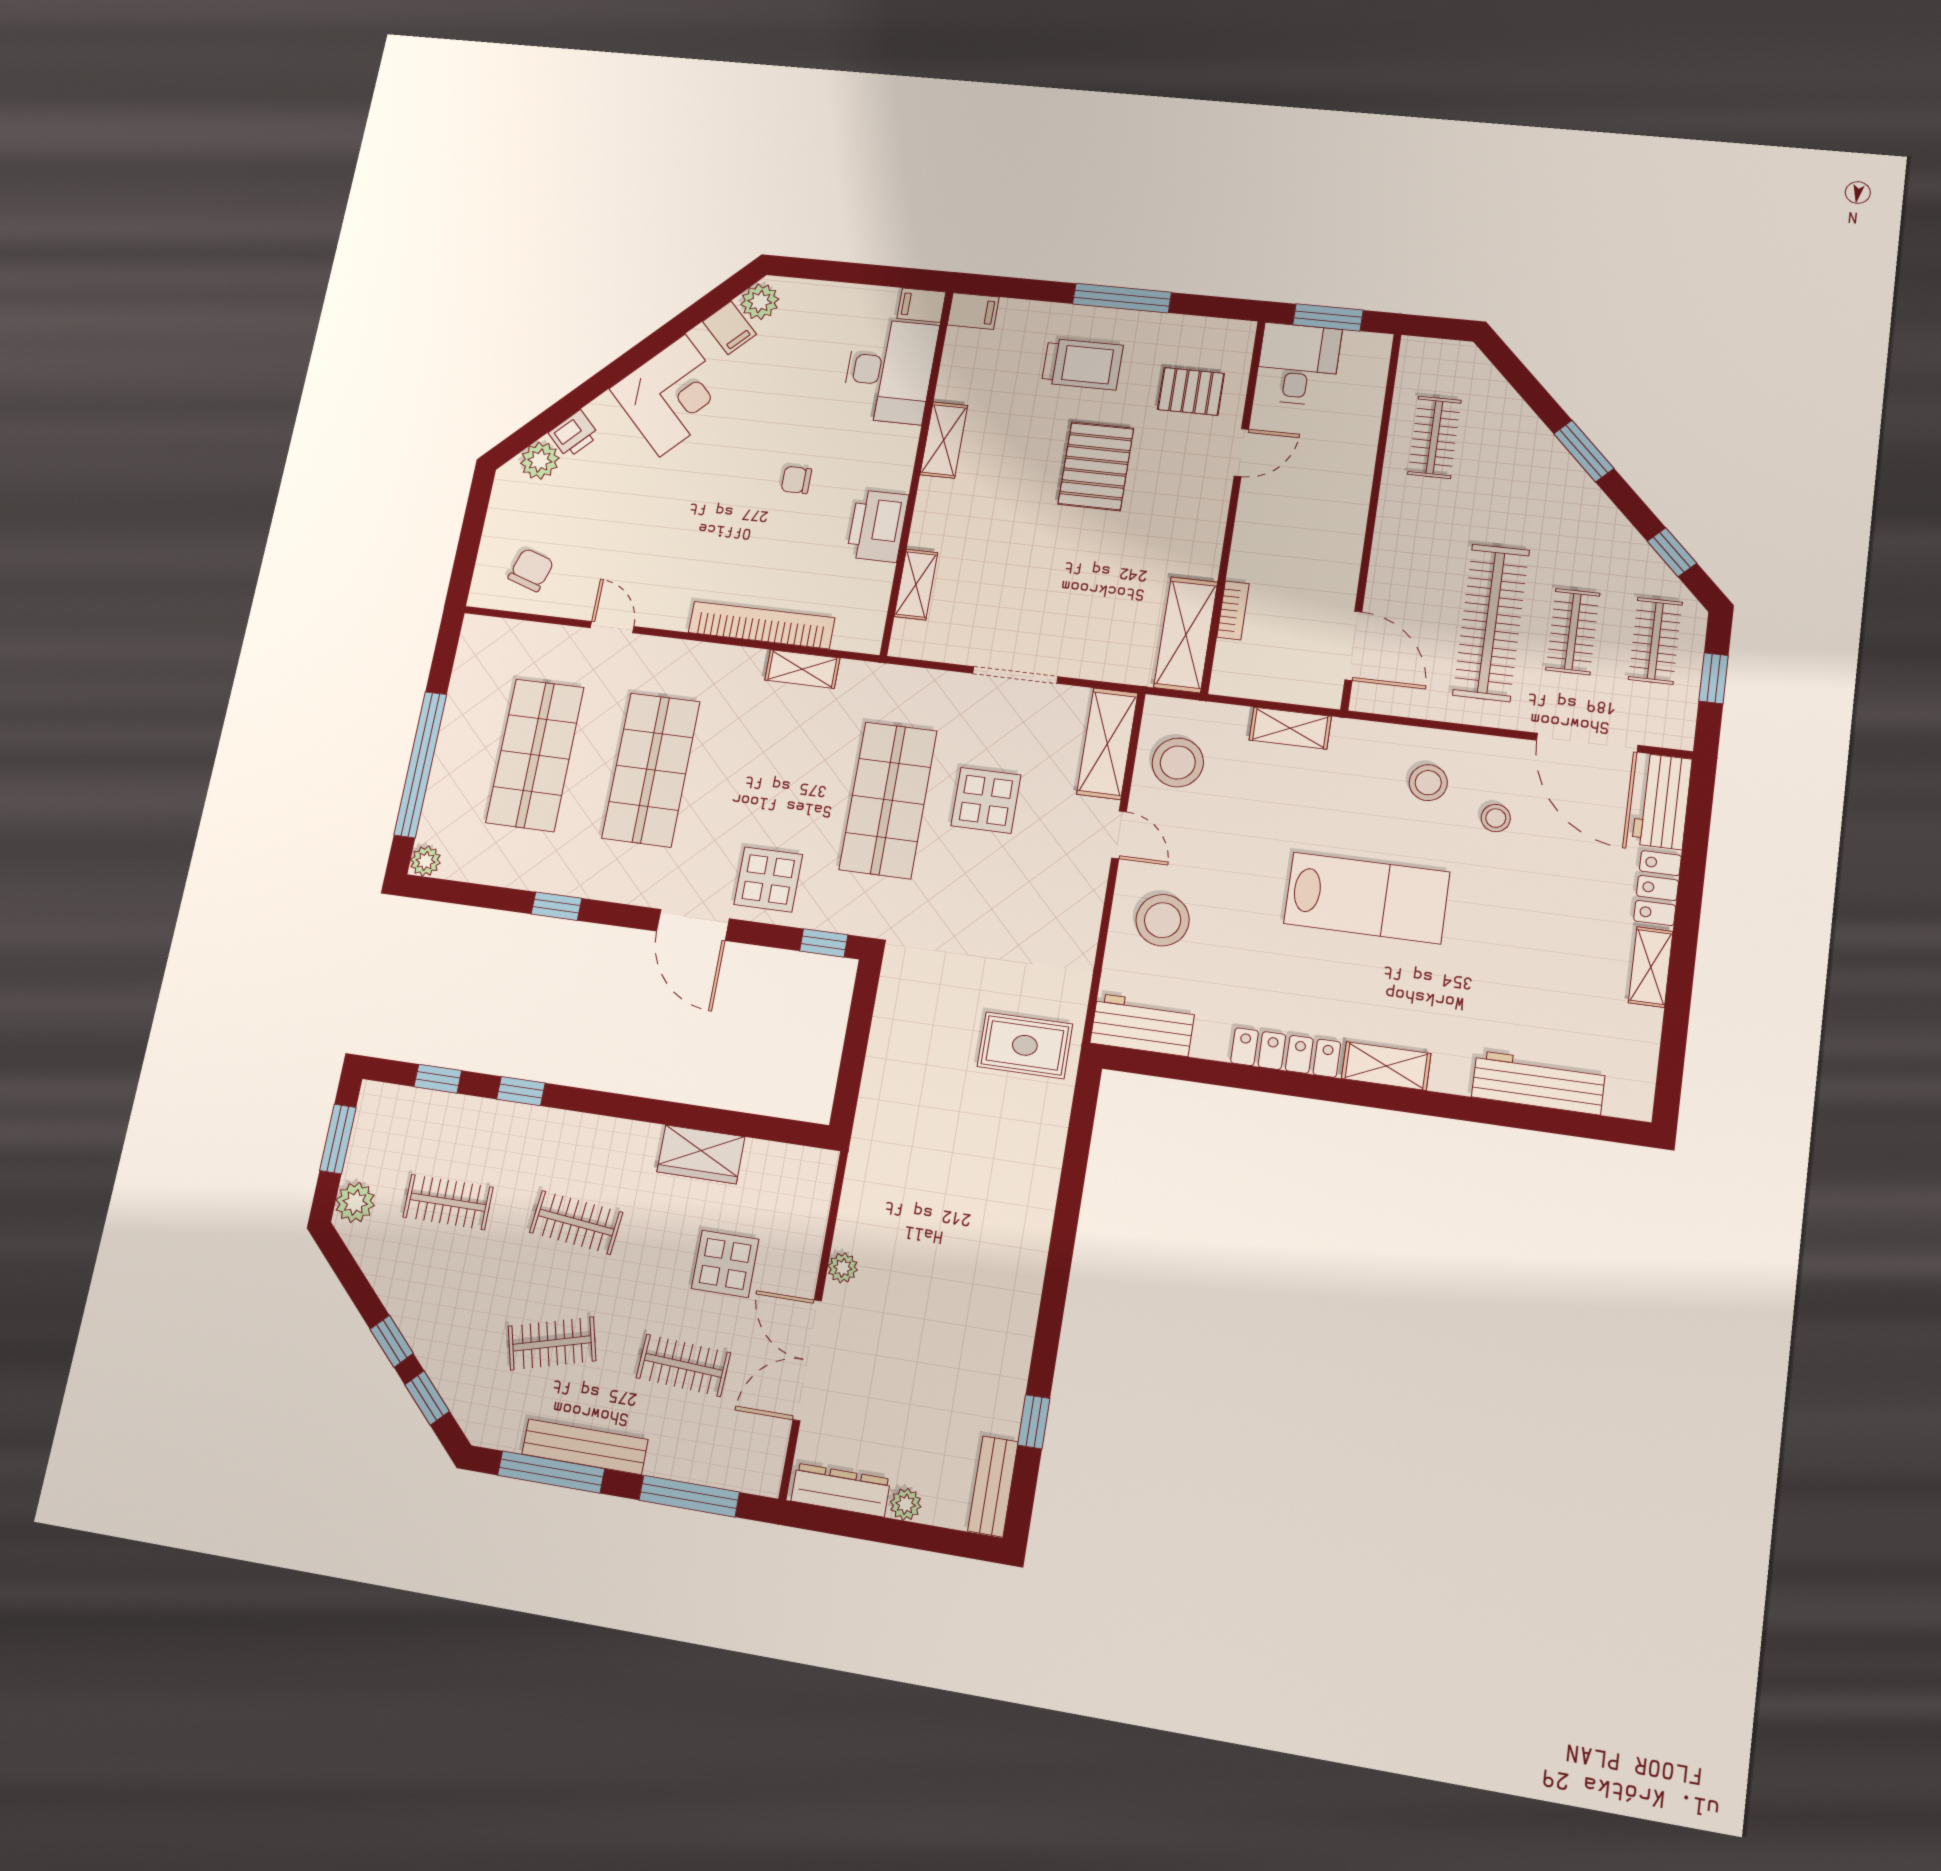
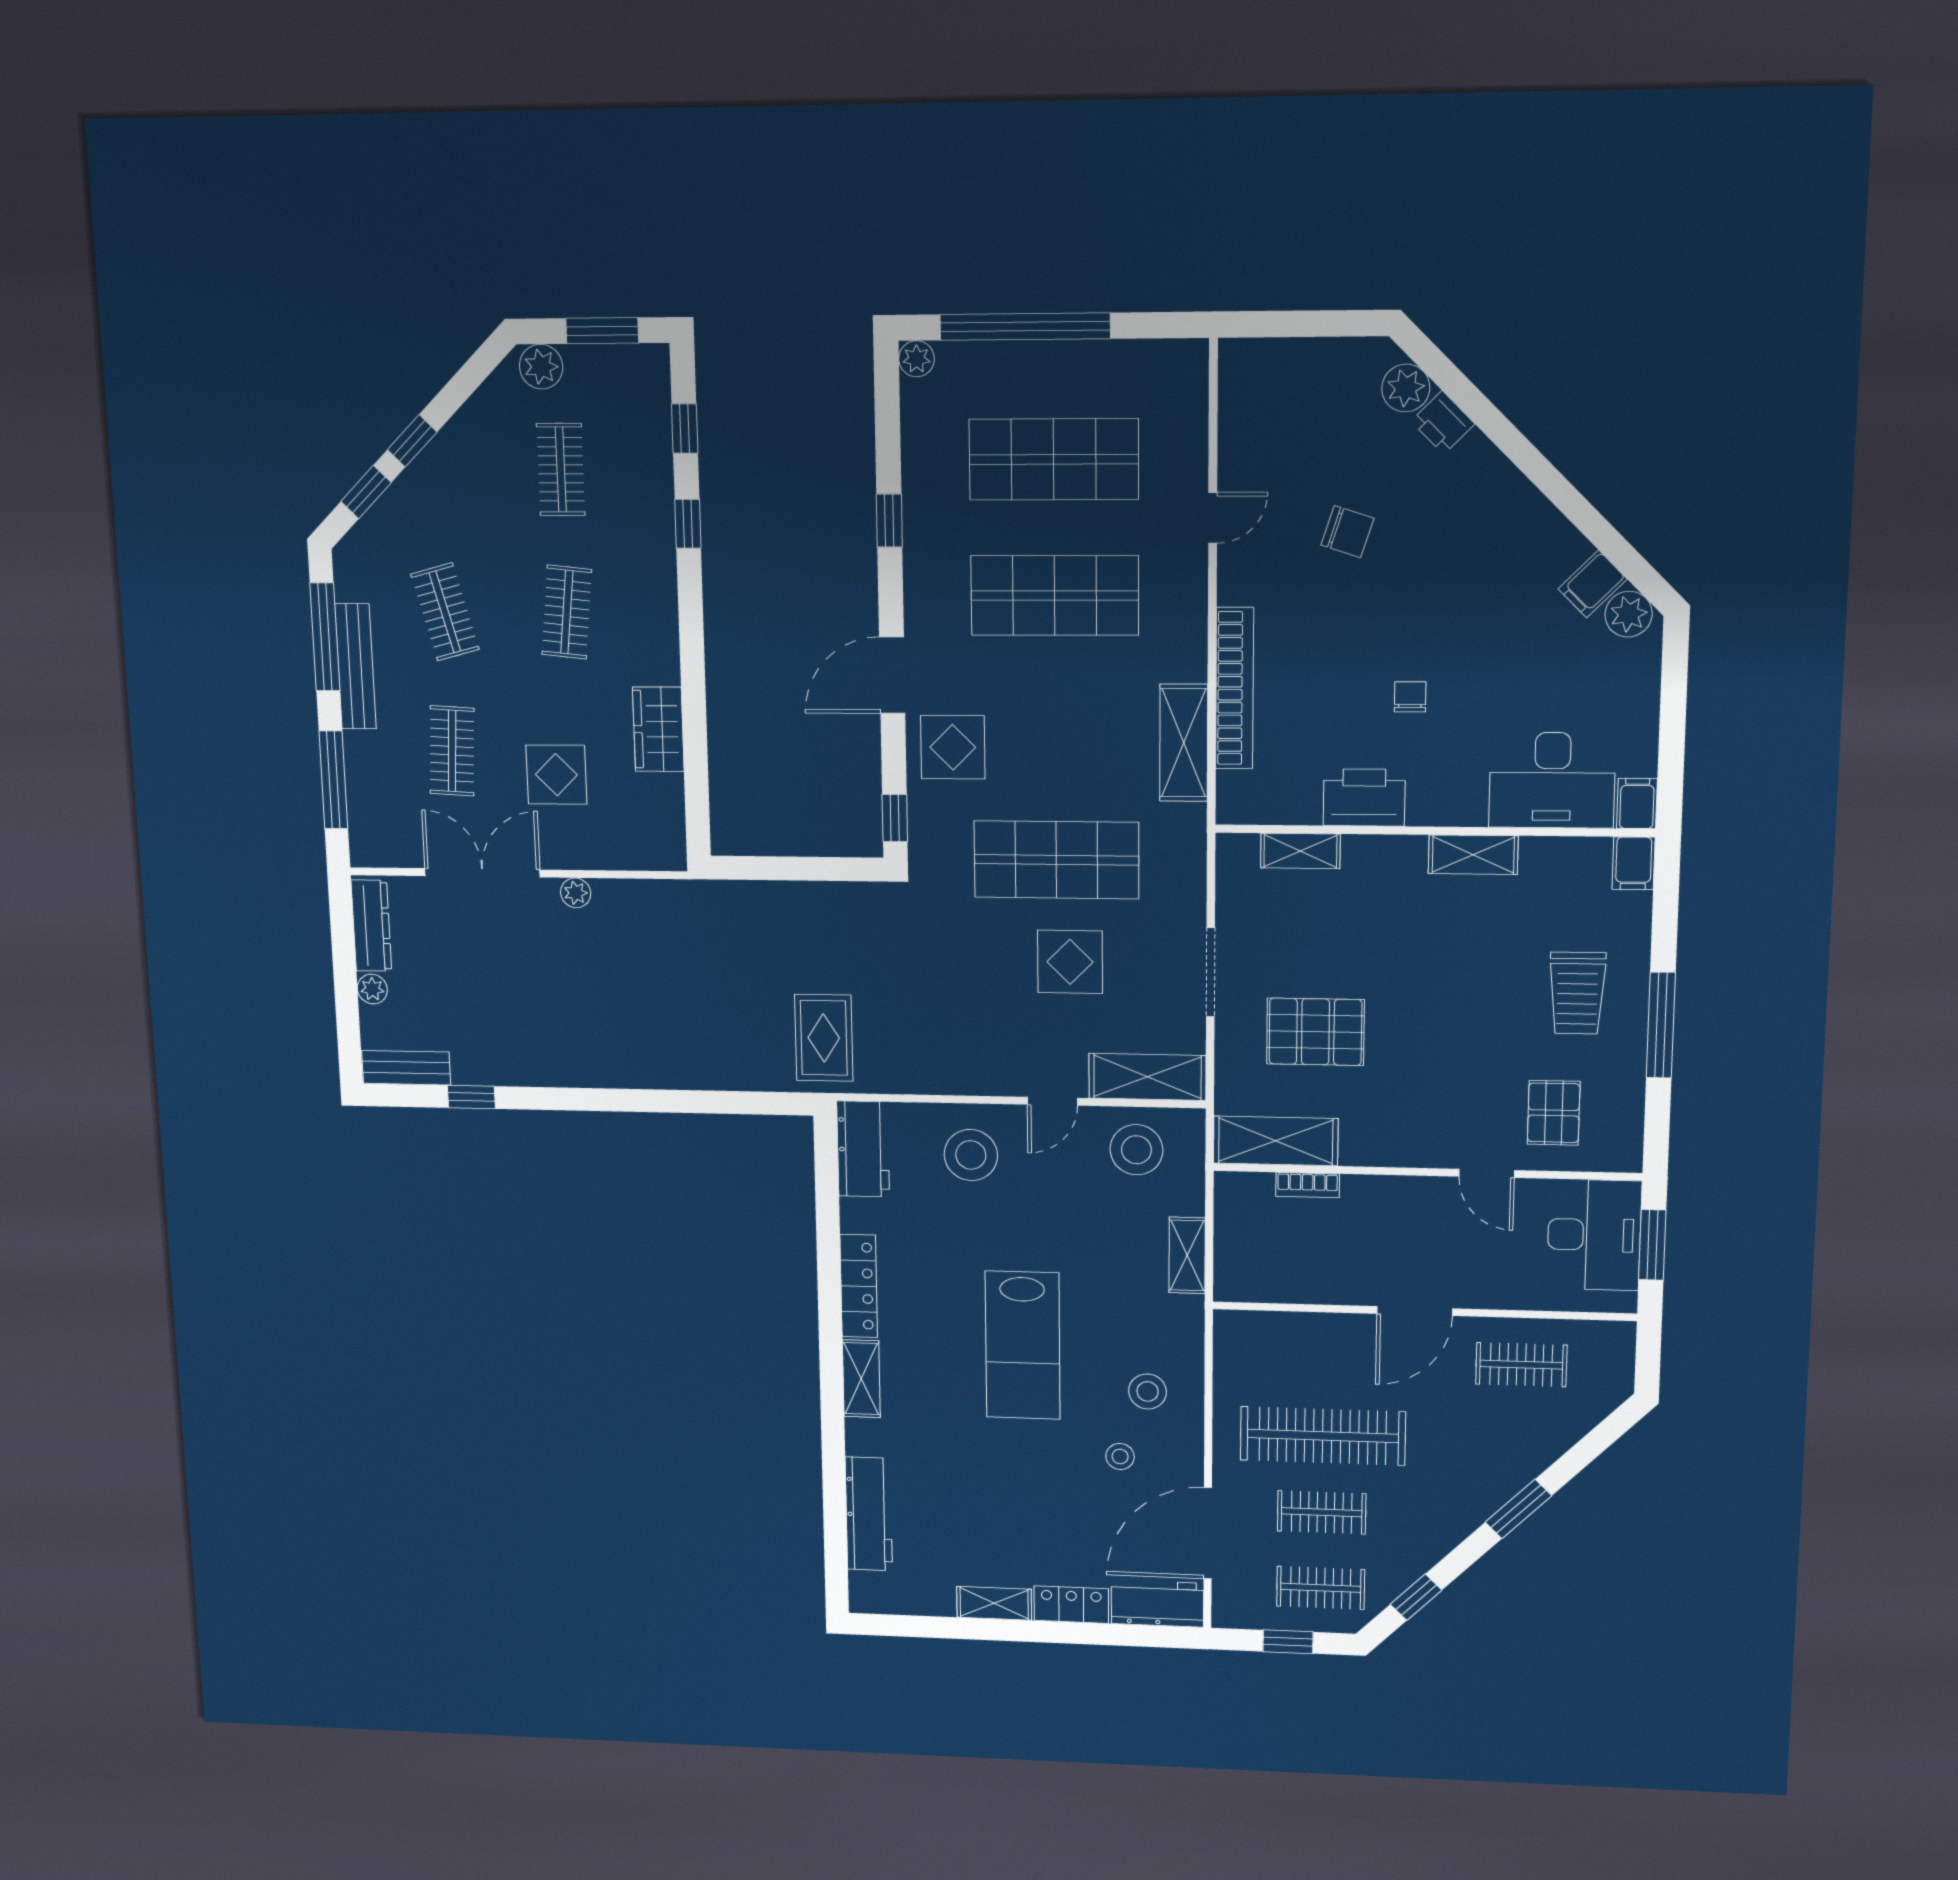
desk: (1298, 364) -> (1594, 1235), width x1.37
corner desk: (672, 395) -> (1502, 532), removed
pallet: (1096, 466) -> (1315, 1032), moved
chair: (531, 570) -> (1347, 532), moved
door: (1353, 646) -> (1415, 1311), moved
shelving: (802, 669) -> (1184, 743), width x1.50, depth x1.33

